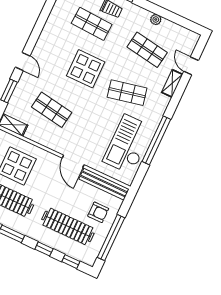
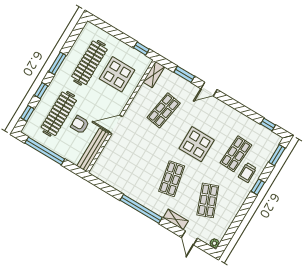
plant: (156, 19) -> (214, 243), moved
shop shelf: (147, 50) -> (208, 200), turned -30
door: (191, 66) -> (189, 238), swing flipped
window: (156, 140) -> (141, 209), moved
checkout: (128, 144) -> (126, 175), removed
armchair: (98, 212) -> (80, 125), moved, turned 90

